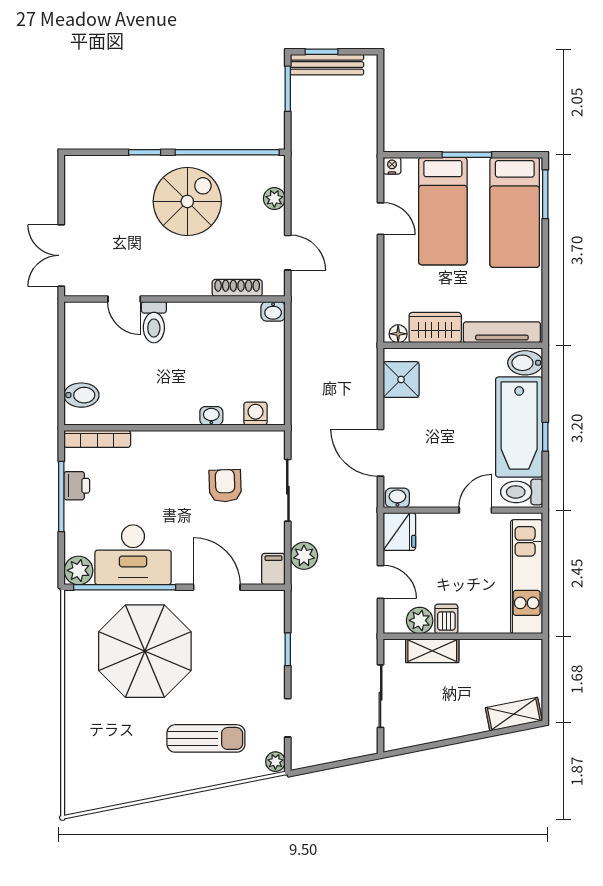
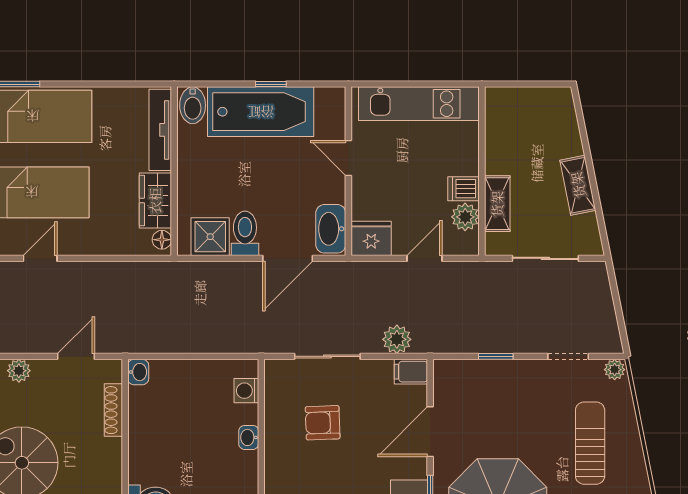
toilet: (522, 492) -> (245, 233), moved, turned 180
washbasin: (397, 498) -> (331, 229), width x1.91, depth x1.45
shelving: (514, 714) -> (578, 185), moved

